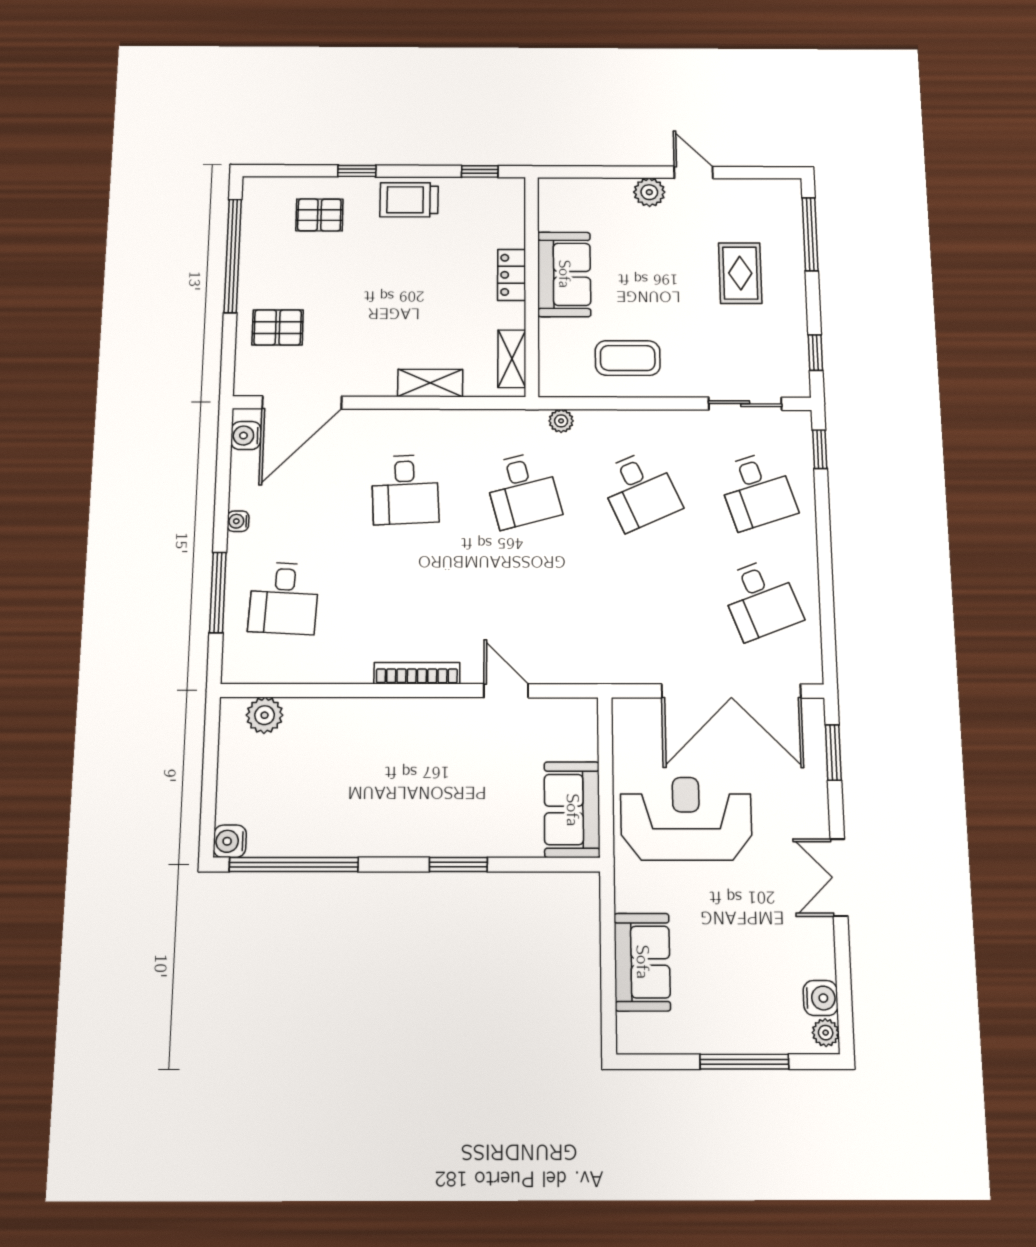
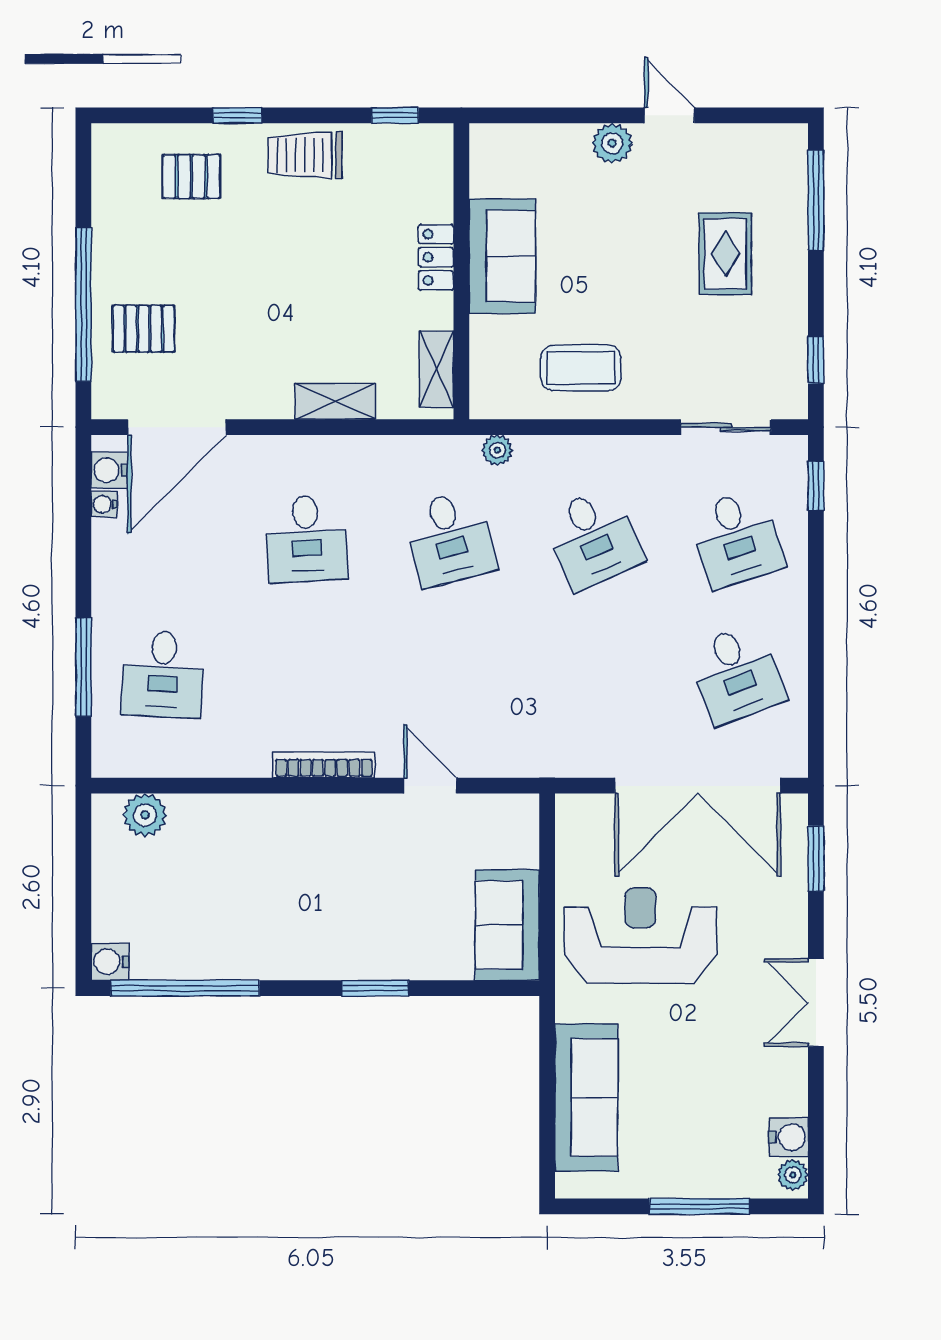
window: (233, 256) -> (83, 305), moved
water cooler: (238, 521) -> (104, 504), moved
sofa: (642, 962) -> (586, 1097), width x1.36

